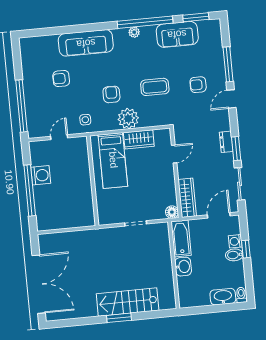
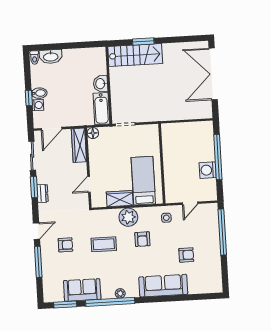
bathtub: (181, 238) -> (101, 109), moved
wall: (174, 265) -> (109, 85), moved
washbasin: (183, 267) -> (101, 84), moved

